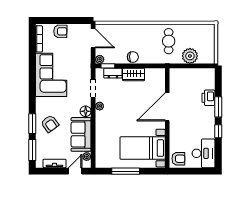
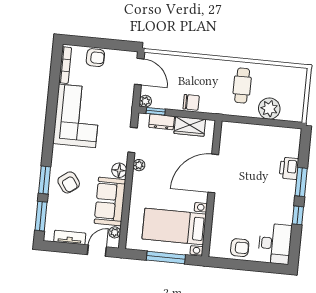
door: (167, 107) -> (213, 173), moved
wall: (167, 118) -> (212, 189), moved
bed with nightstands: (143, 148) -> (174, 226), moved

